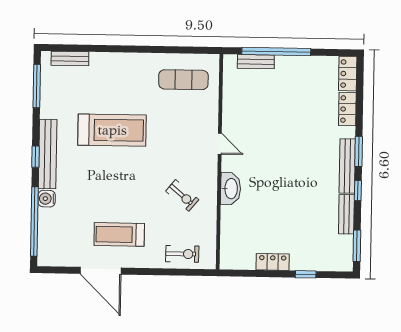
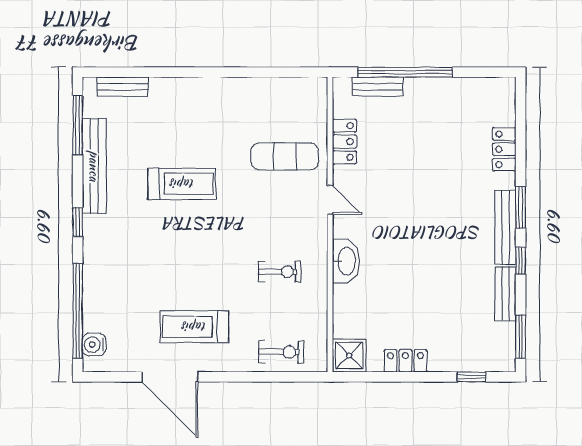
locker: (348, 74) -> (344, 141), moved, turned 180
exercise mat: (183, 80) -> (285, 156), moved
treadmill: (112, 130) -> (182, 184), width x0.73, depth x0.73
bench: (48, 154) -> (94, 166), moved
exercise bike: (182, 195) -> (280, 272), turned -40
water cooler: (47, 199) -> (94, 345), moved
shower: (232, 257) -> (349, 355), added
window: (306, 274) -> (471, 377), moved

